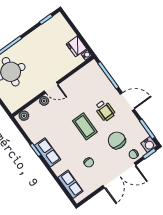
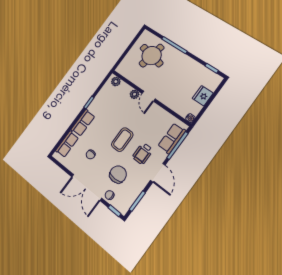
fridge: (77, 46) -> (203, 96), moved
row of seats: (100, 78) -> (172, 138), added
water cooler: (149, 144) -> (123, 207), removed
row of seats: (48, 152) -> (83, 123), moved

